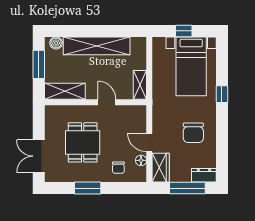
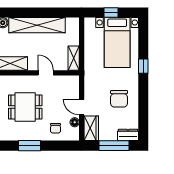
dining table: (83, 142) -> (25, 107), turned 90

